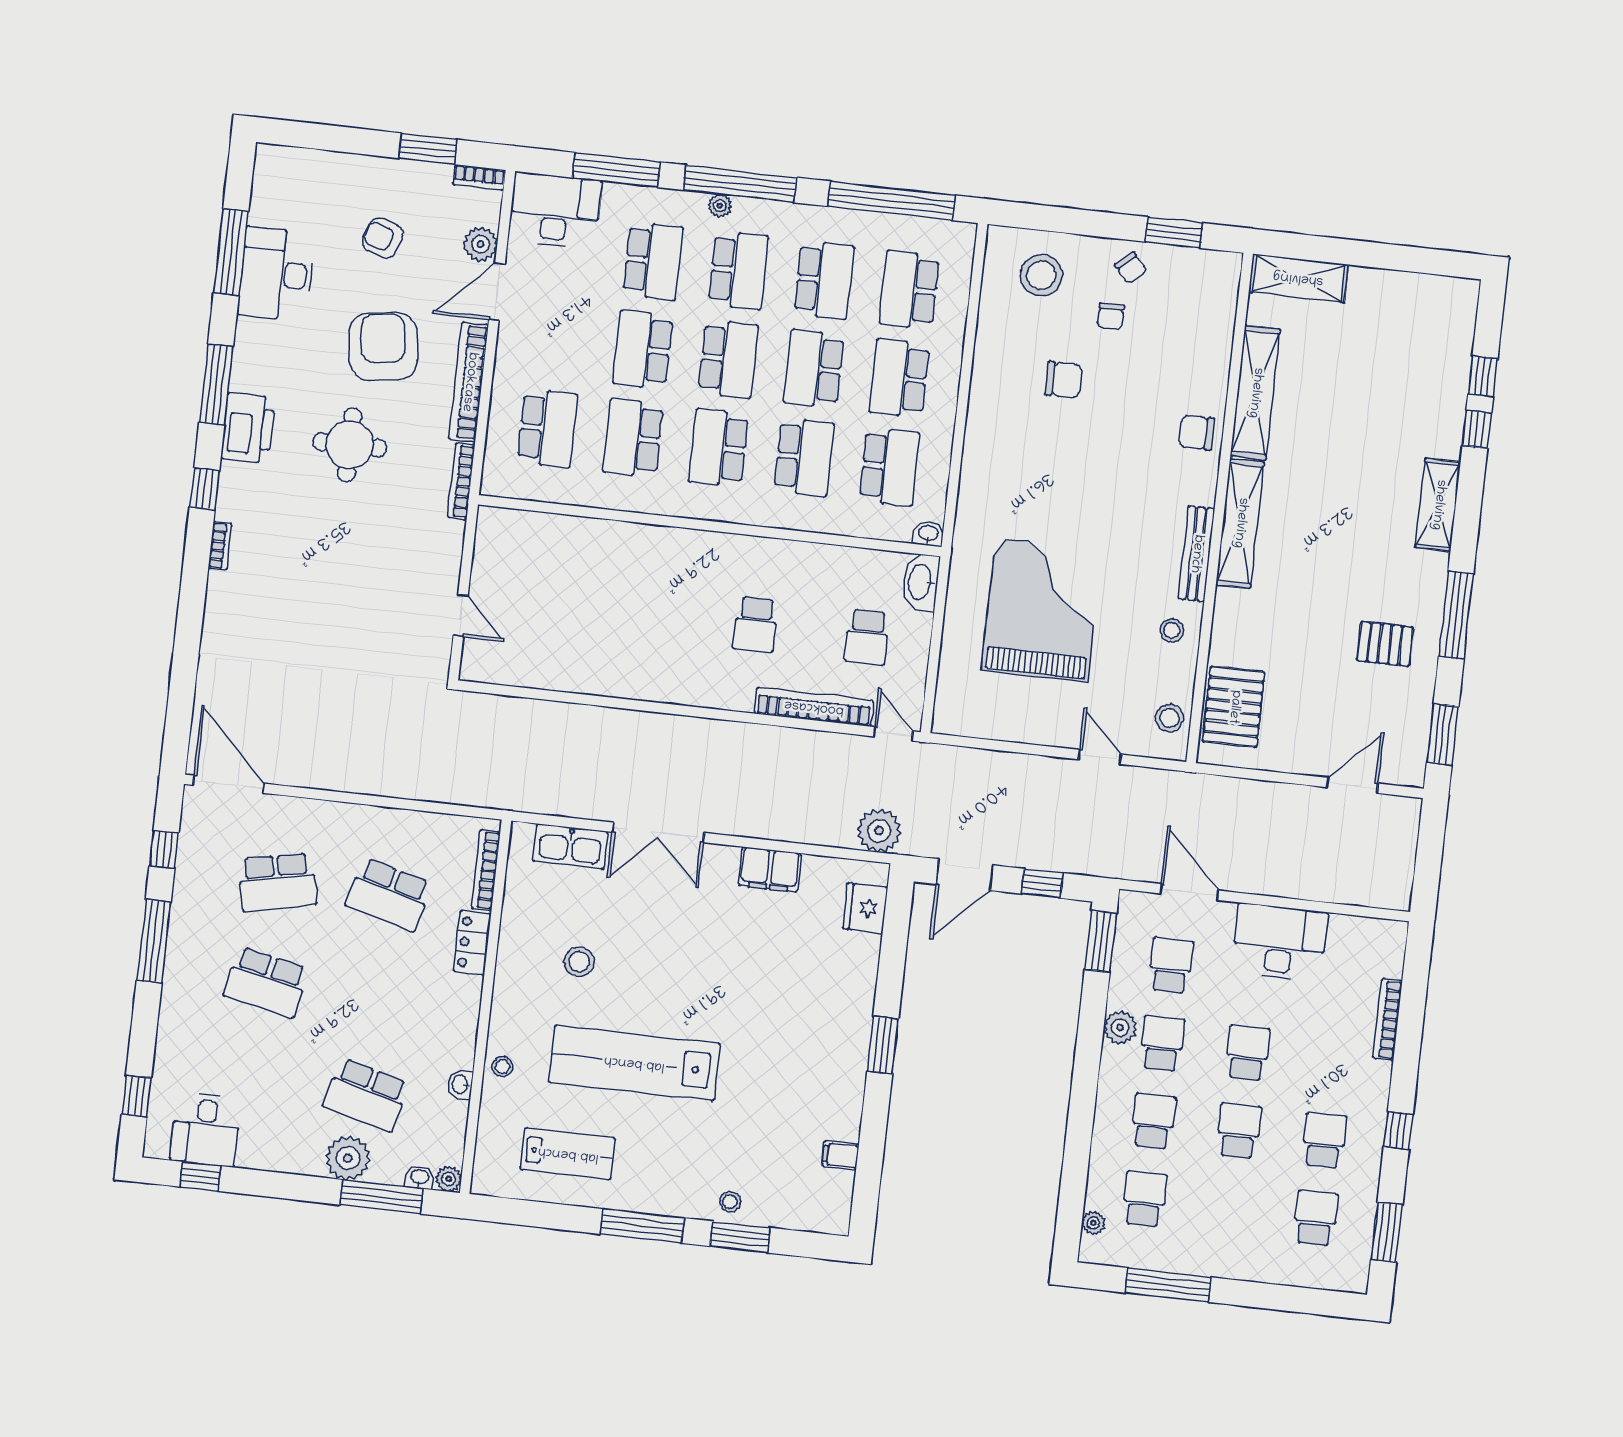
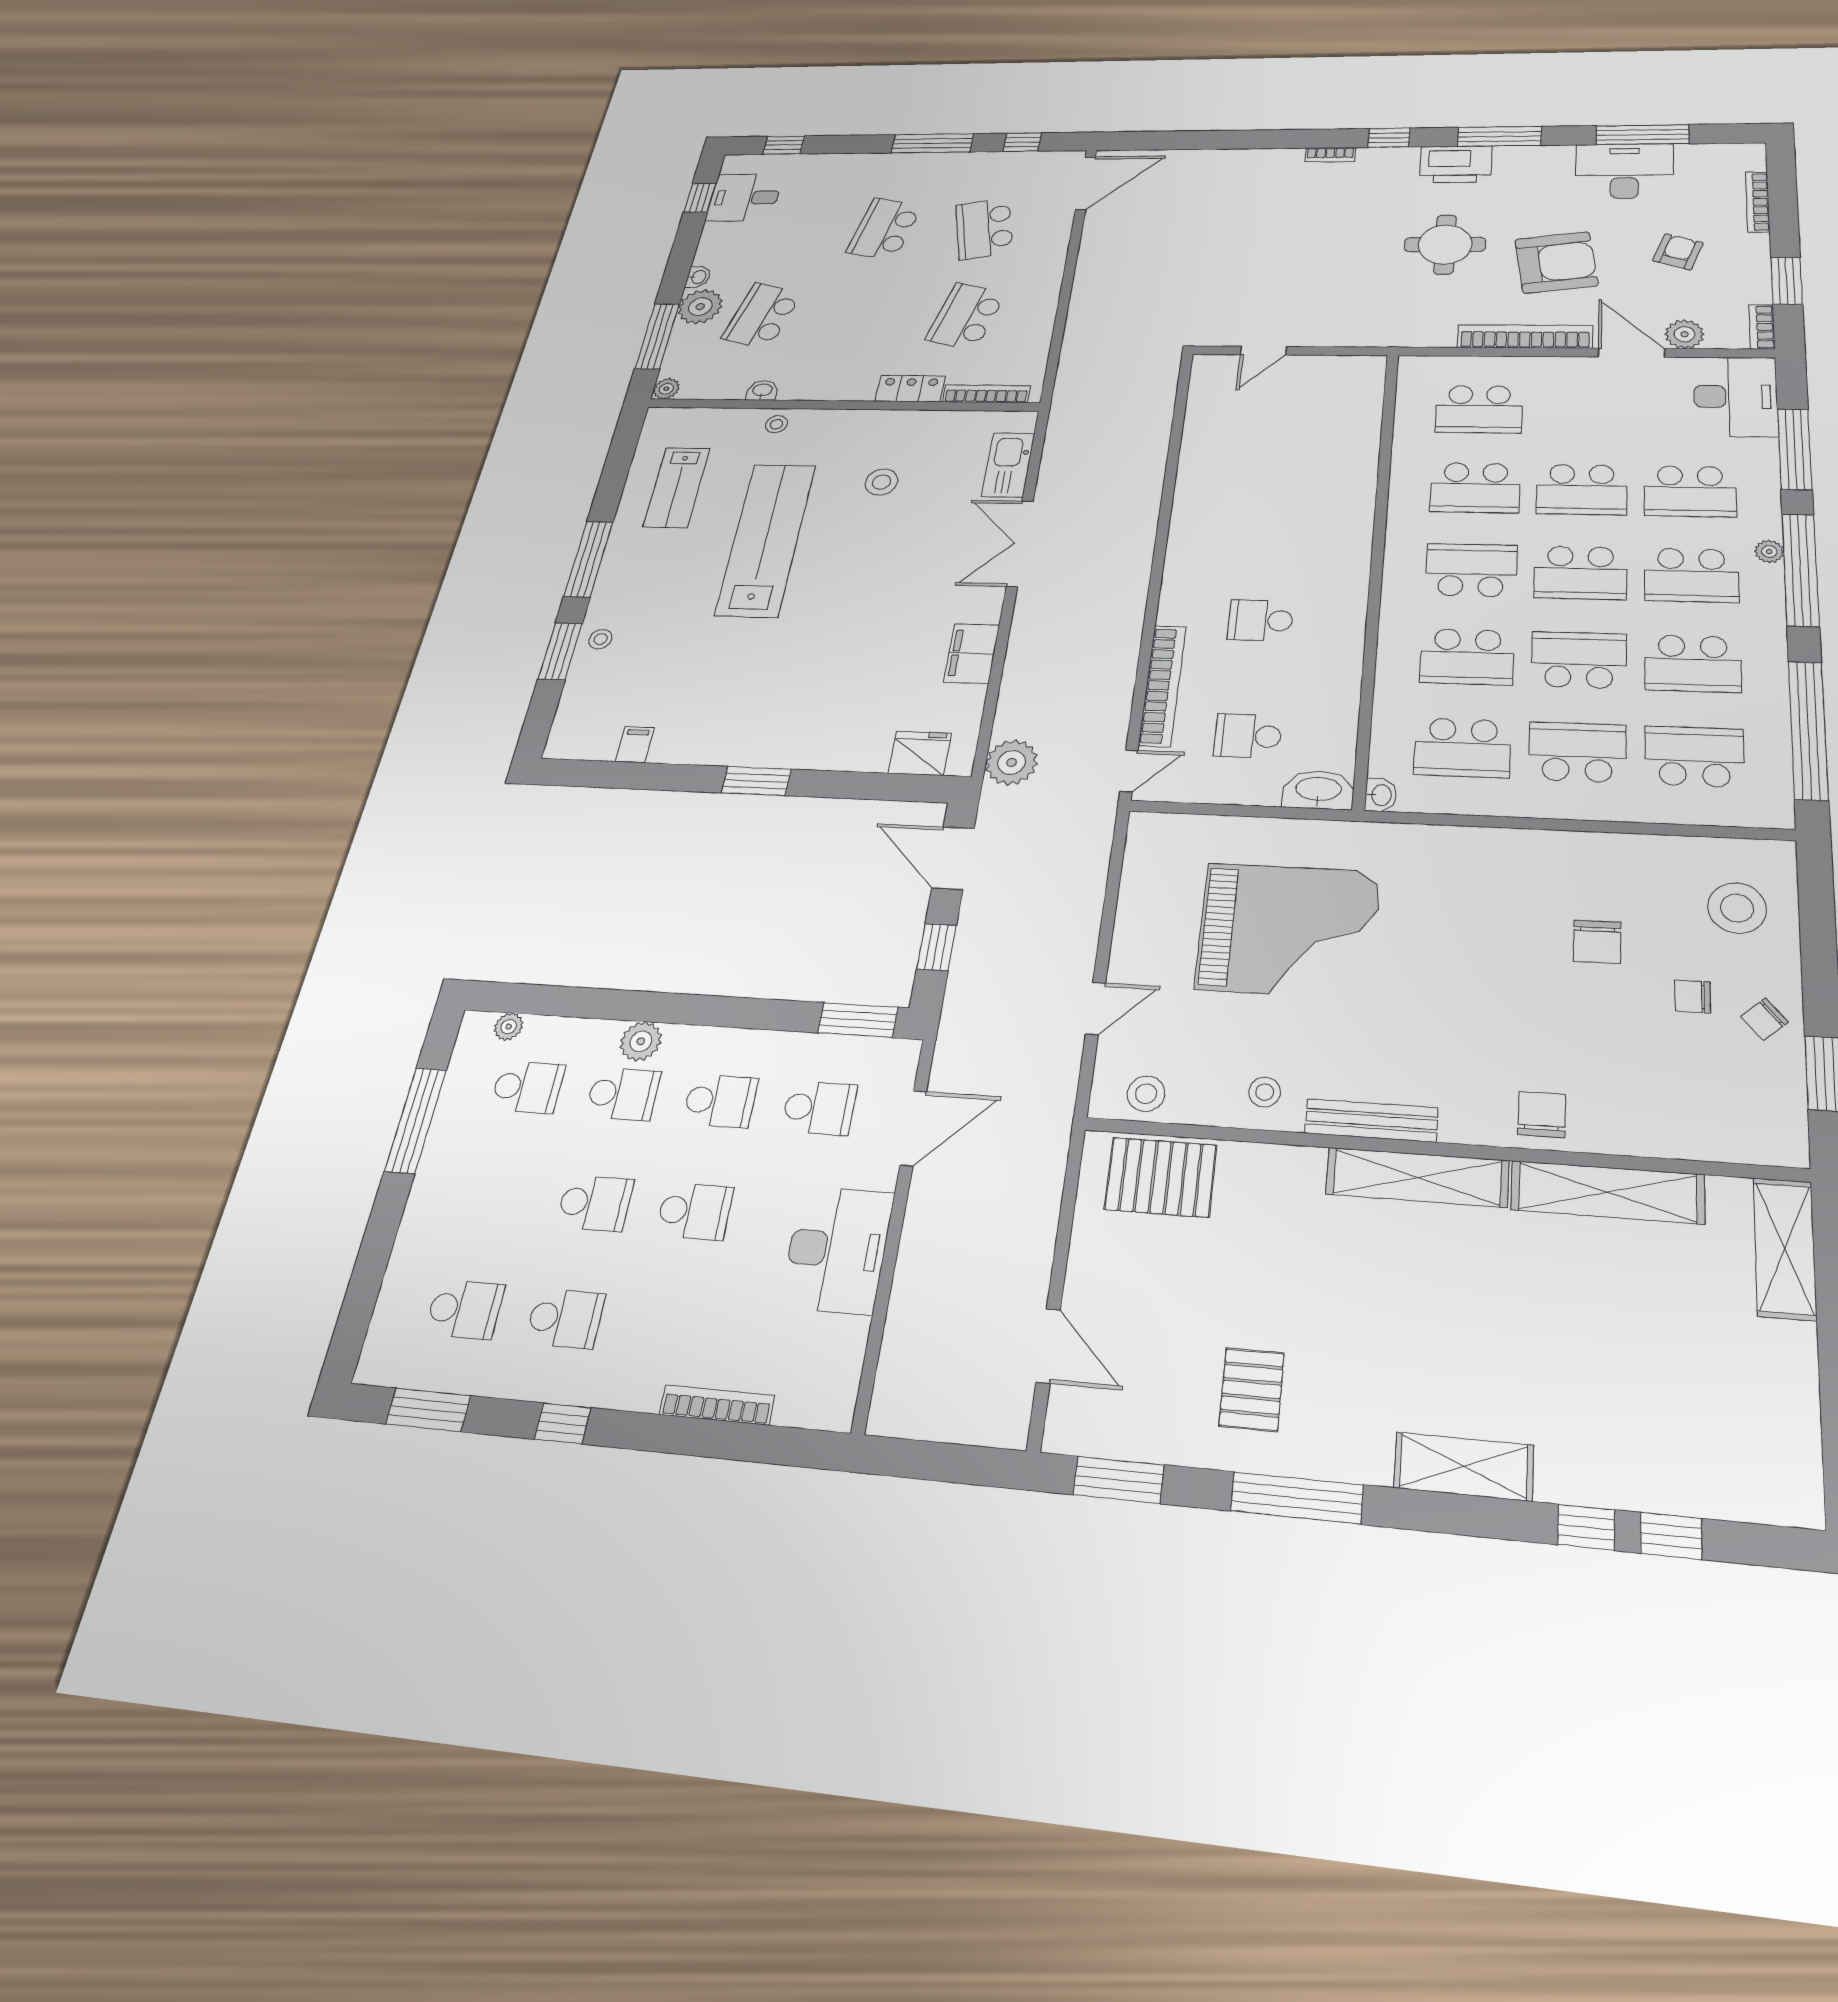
school desk: (643, 349) -> (1582, 489), turned 180
school desk: (633, 438) -> (1475, 488), turned 180
bookcase: (461, 481) -> (1758, 202), moved, turned -90
plant: (1120, 1028) -> (641, 1041), moved
washbasin: (420, 1177) -> (698, 277), moved

